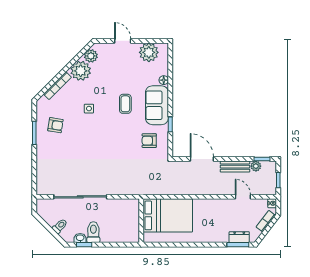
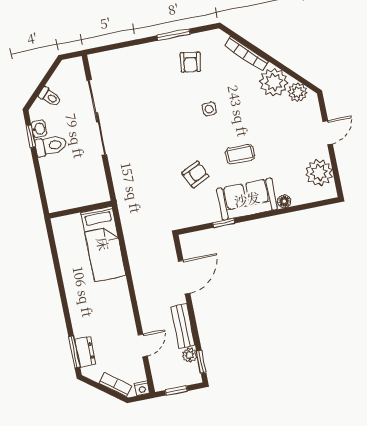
side table: (89, 109) -> (209, 109), moved
armchair: (149, 141) -> (195, 174), moved, turned 65
bed: (168, 215) -> (103, 244), width x0.67

